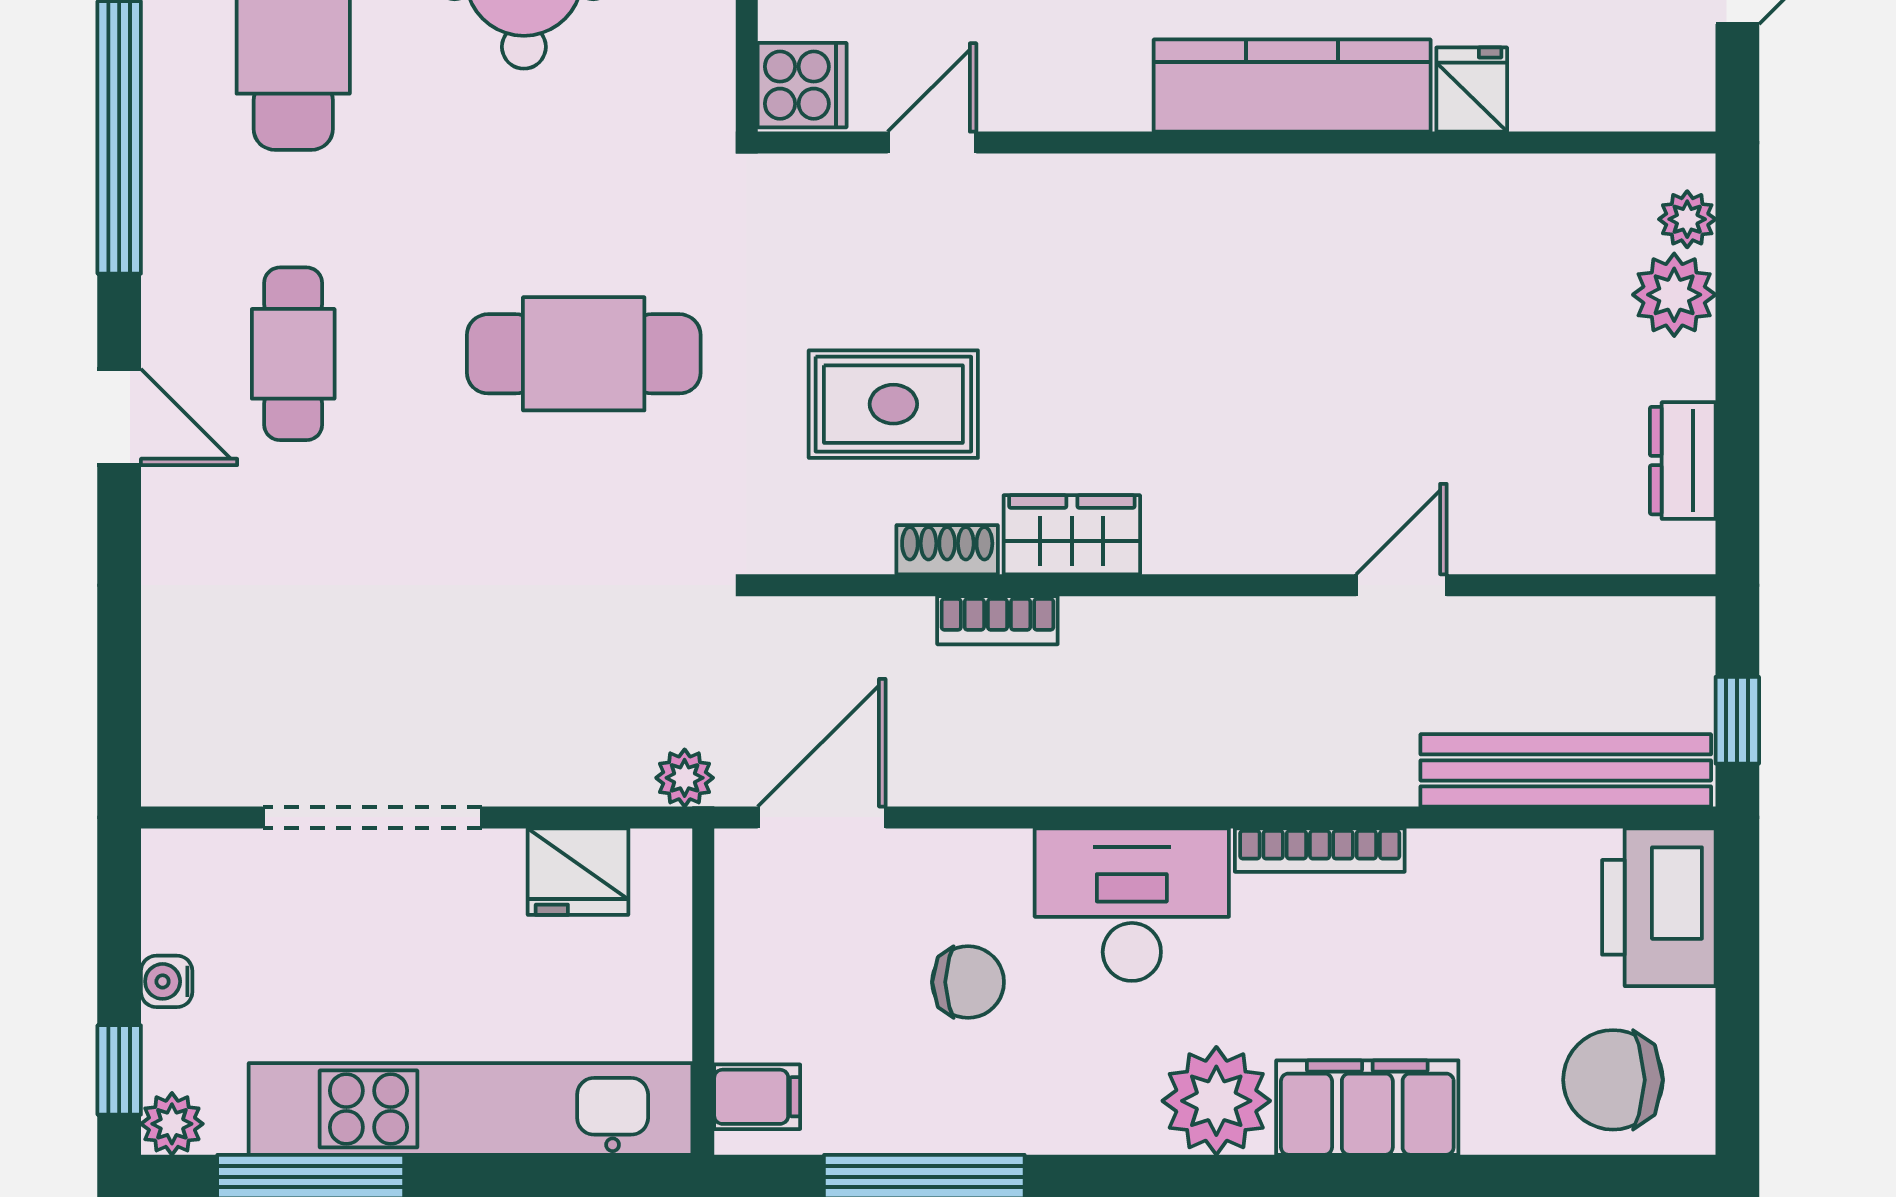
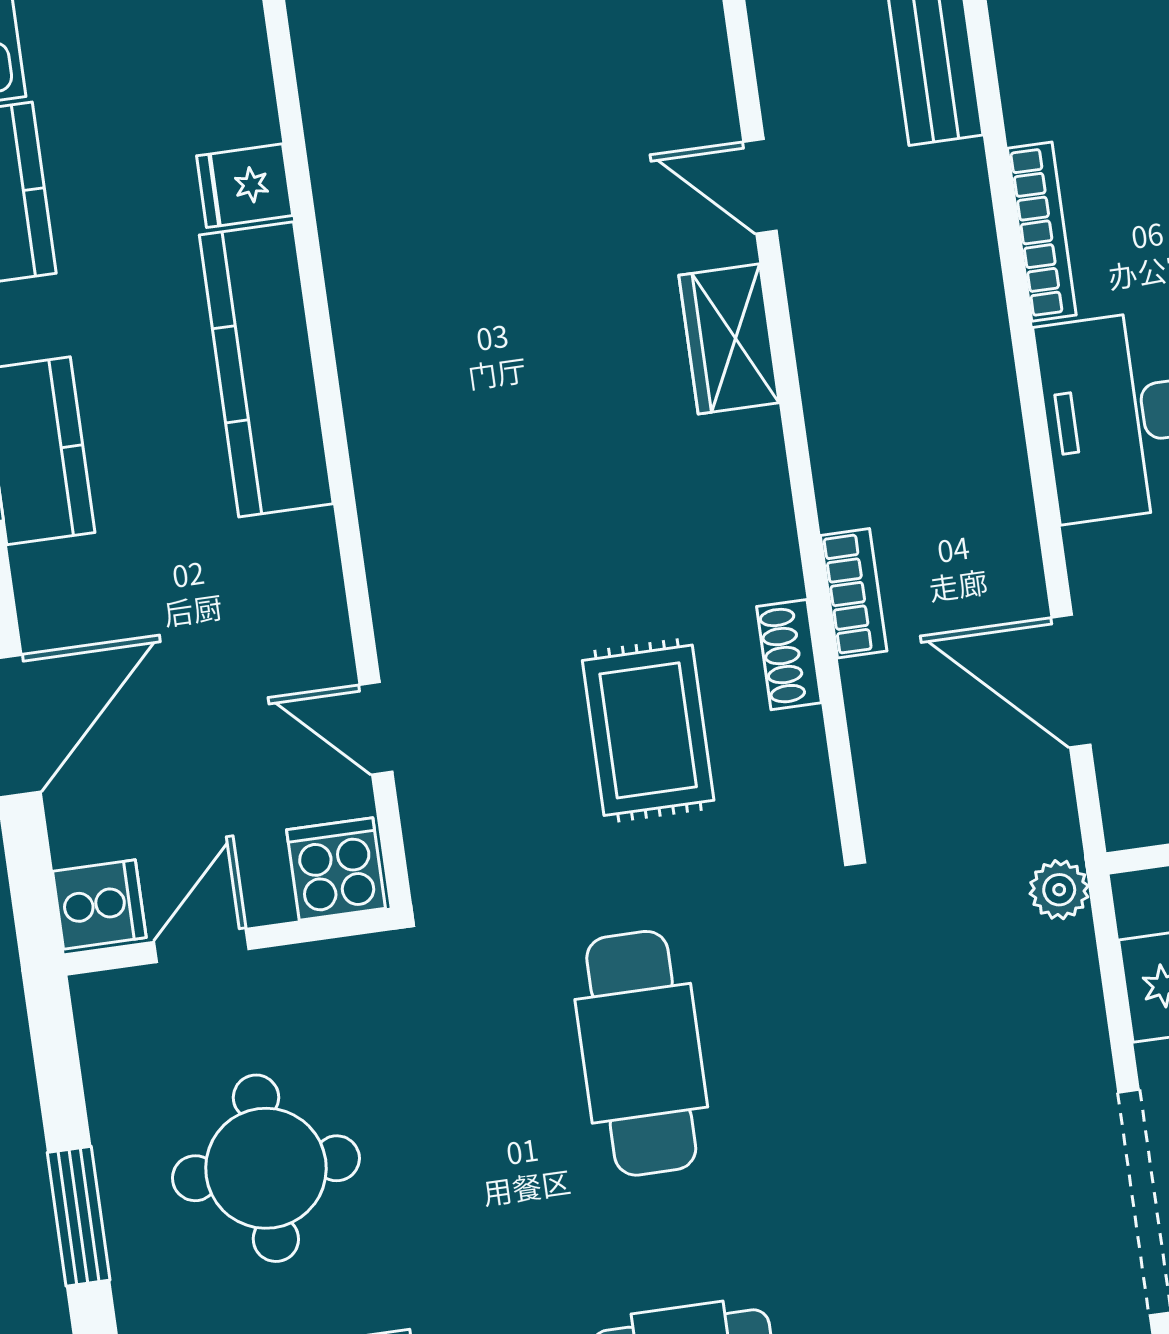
wardrobe: (1072, 535) -> (729, 339), moved
door: (822, 817) -> (1071, 681), moved

